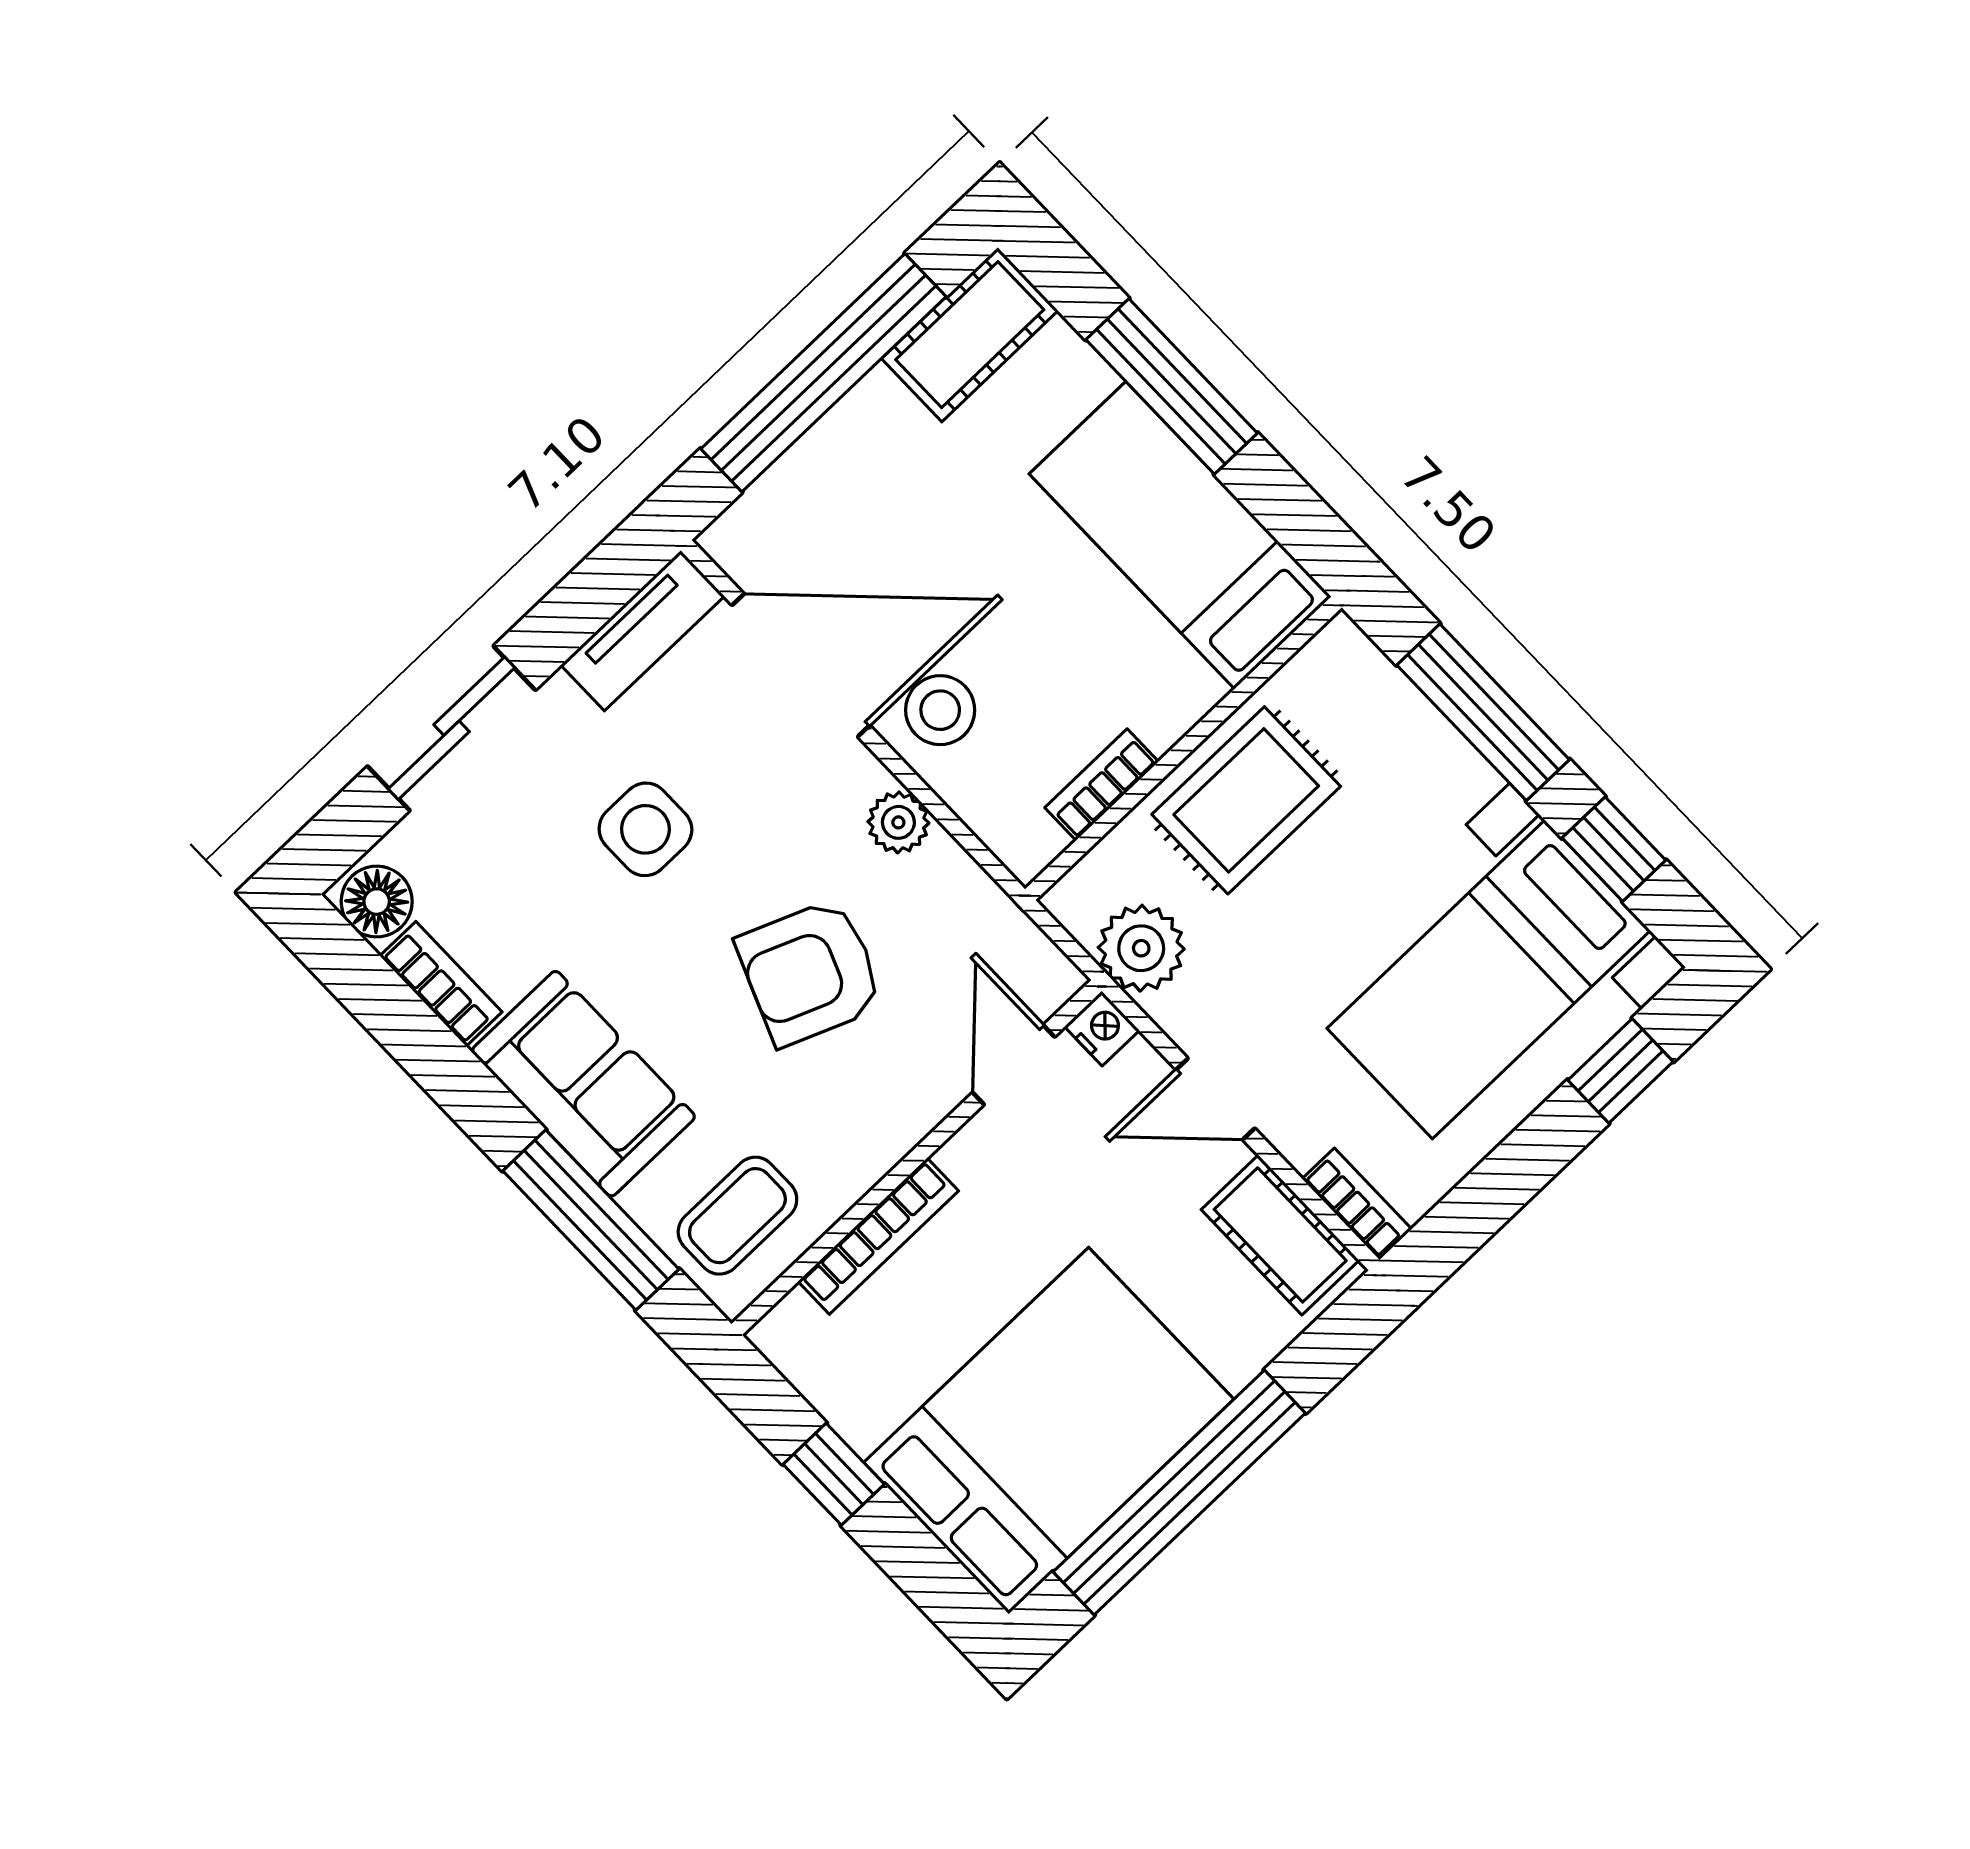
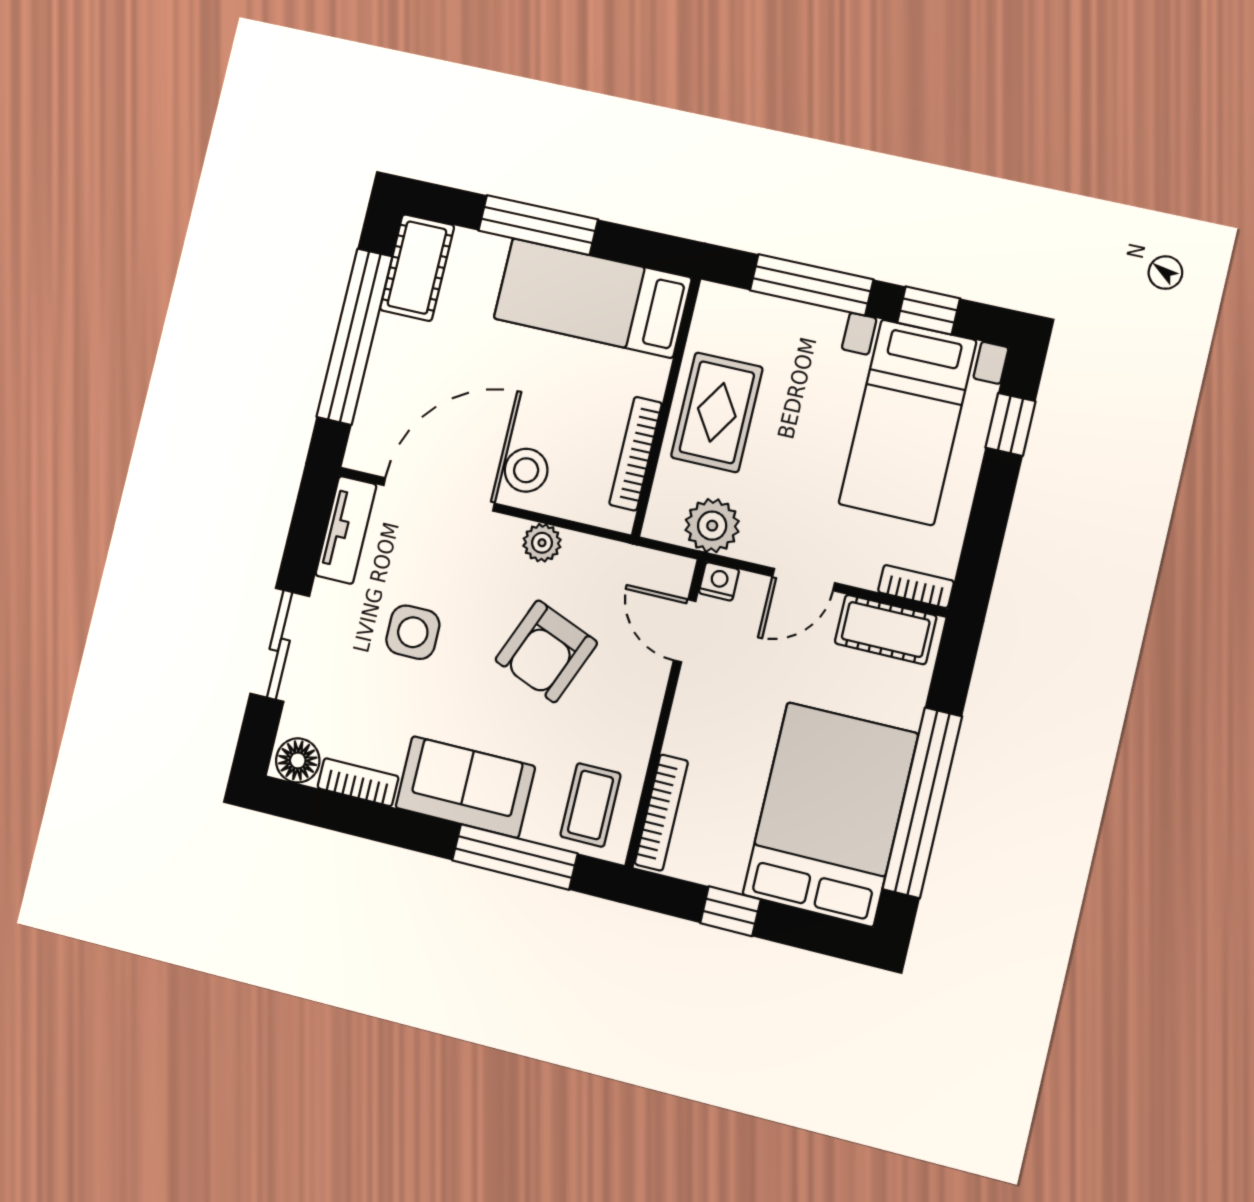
bookcase: (1102, 785) -> (636, 454), width x1.56
bookcase: (878, 1236) -> (661, 813), moved

